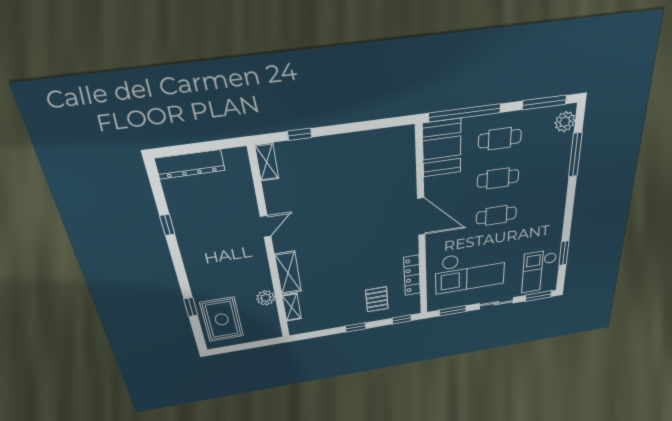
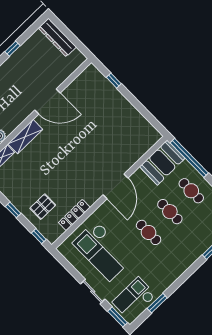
shelving: (267, 162) -> (86, 75), removed
door: (266, 226) -> (47, 102), width x1.88
window: (453, 311) -> (68, 266), removed

